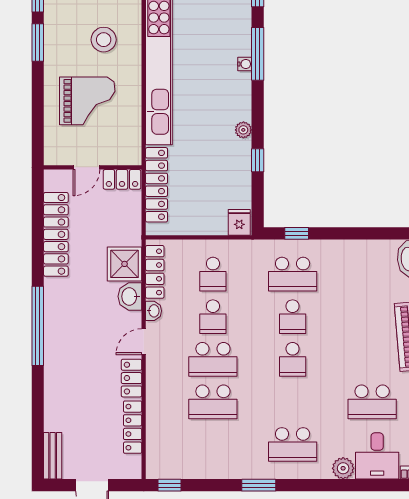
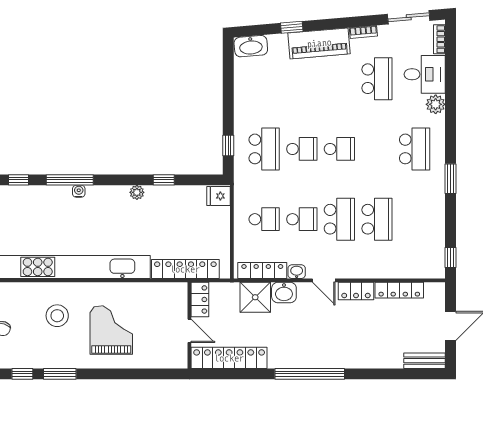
door: (86, 167) -> (189, 331), moved
wall: (93, 167) -> (189, 325), moved
locker: (122, 179) -> (200, 299), moved

